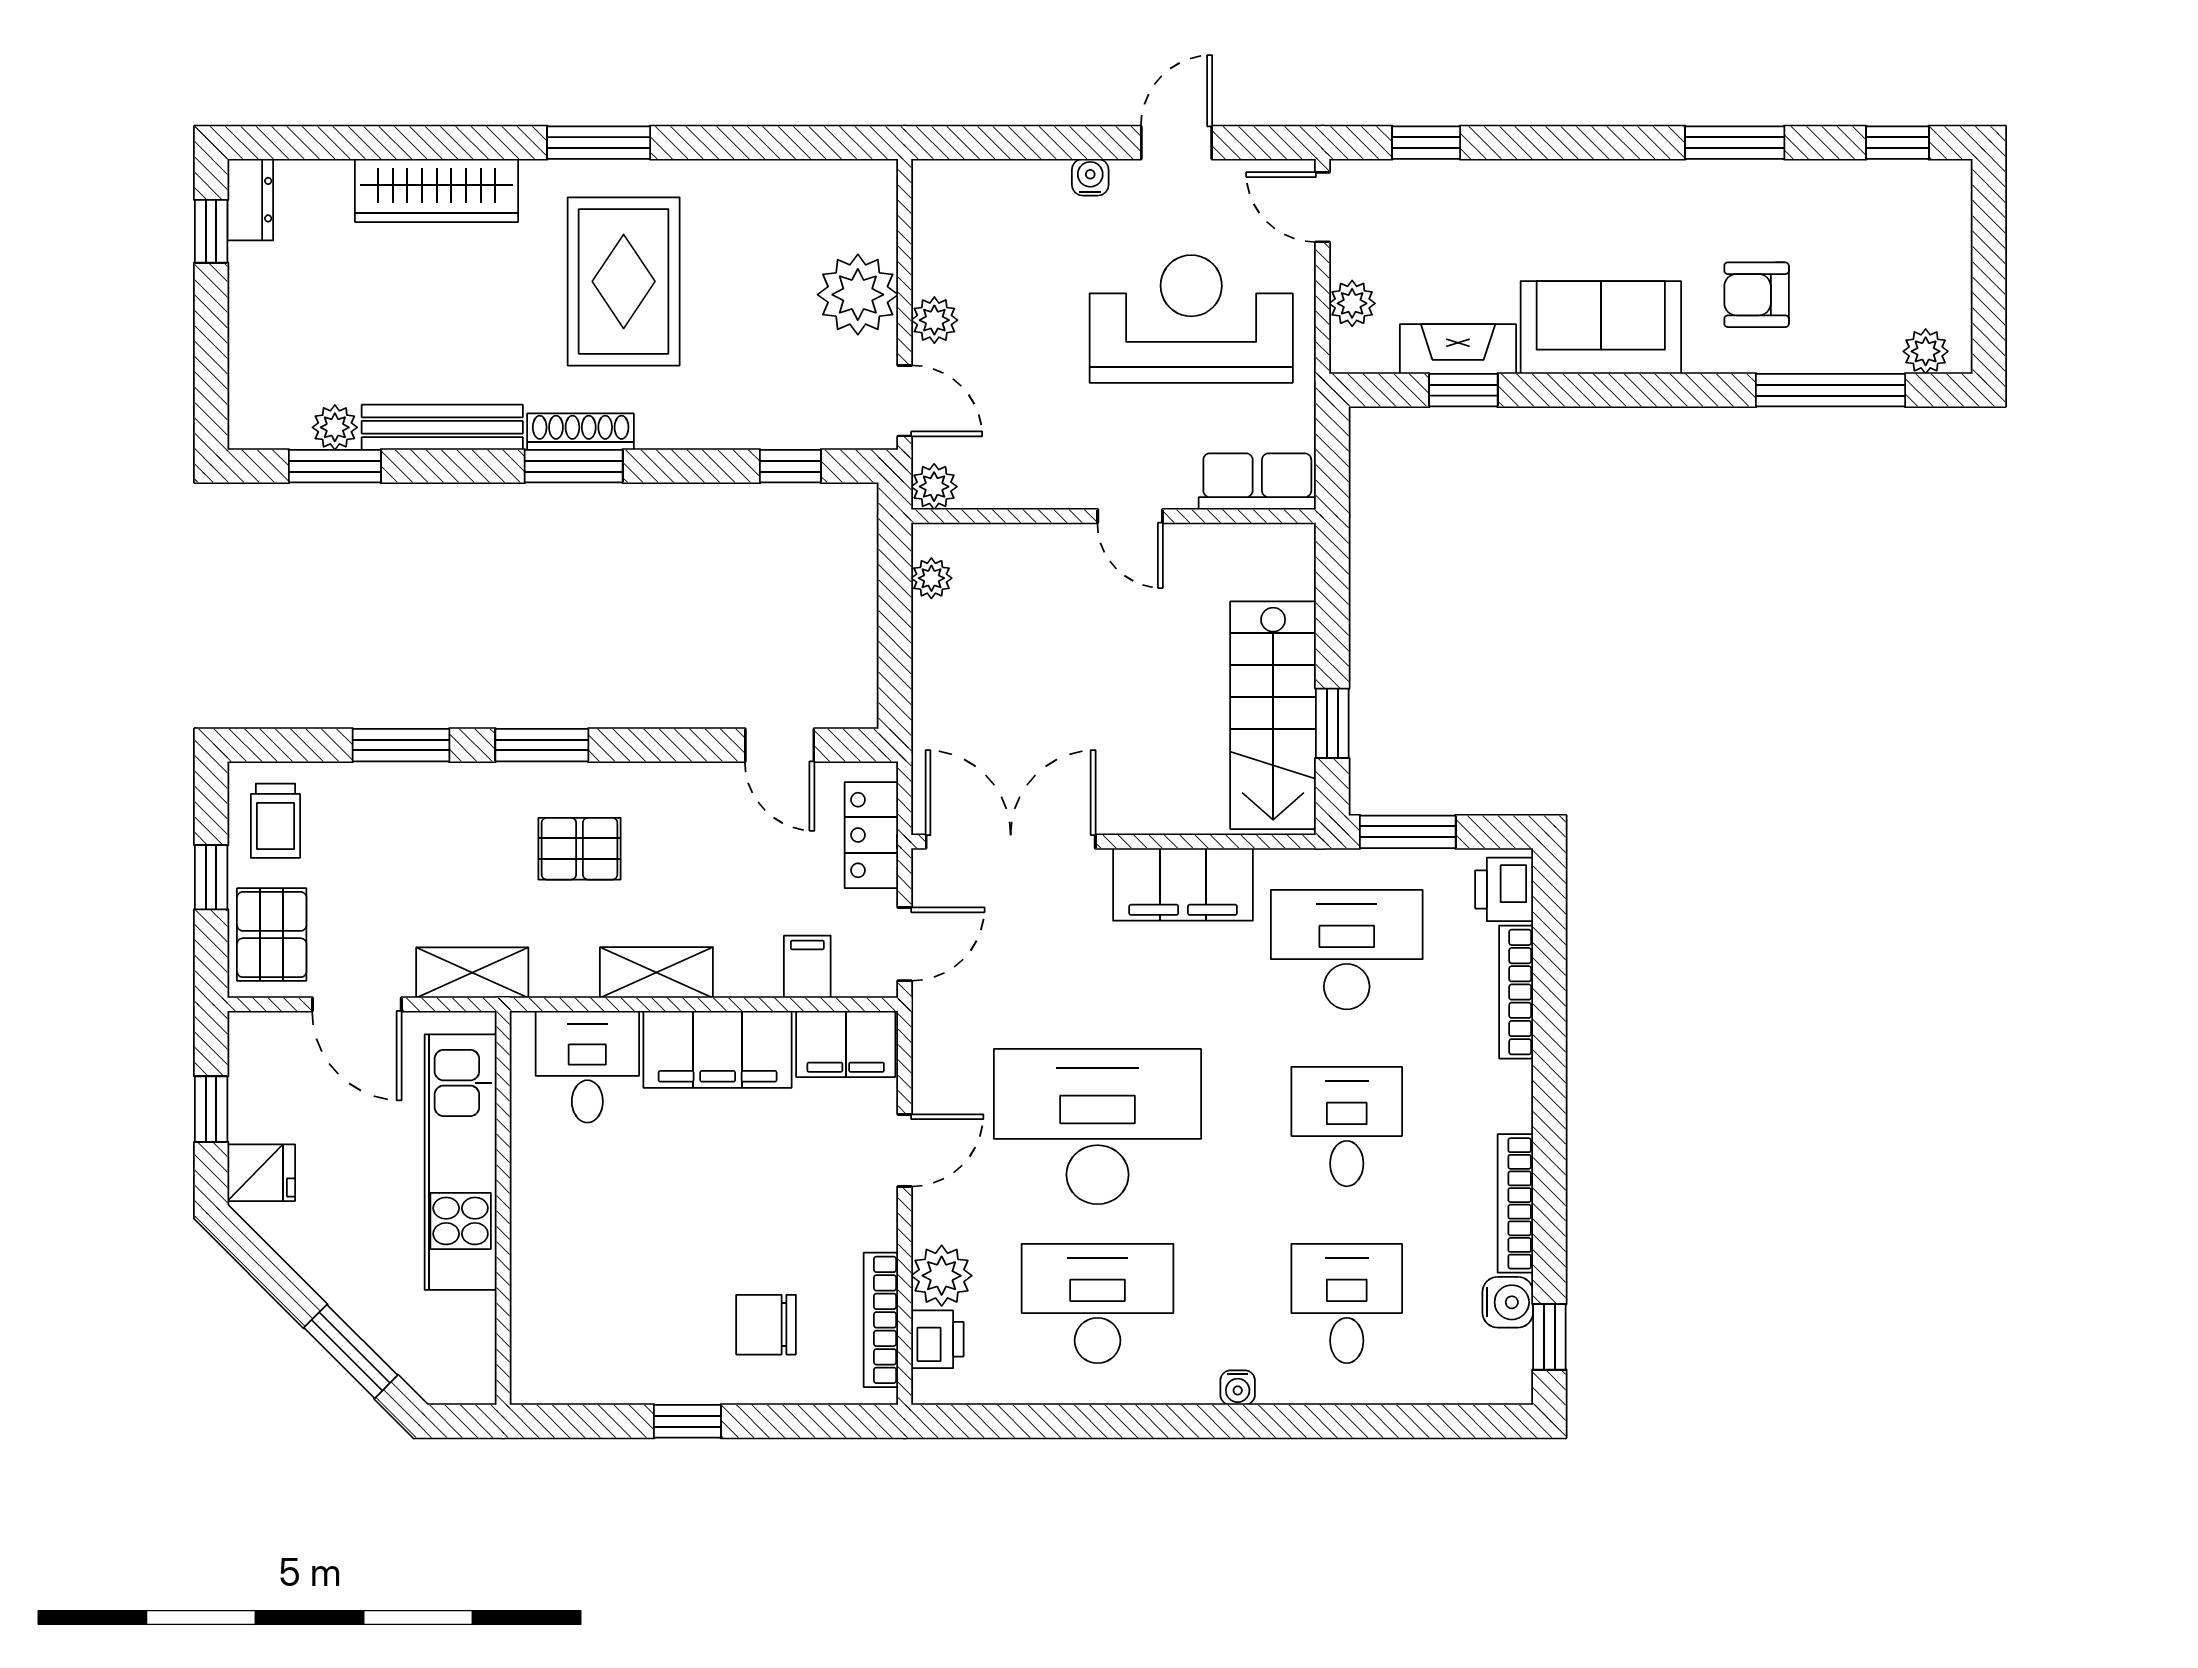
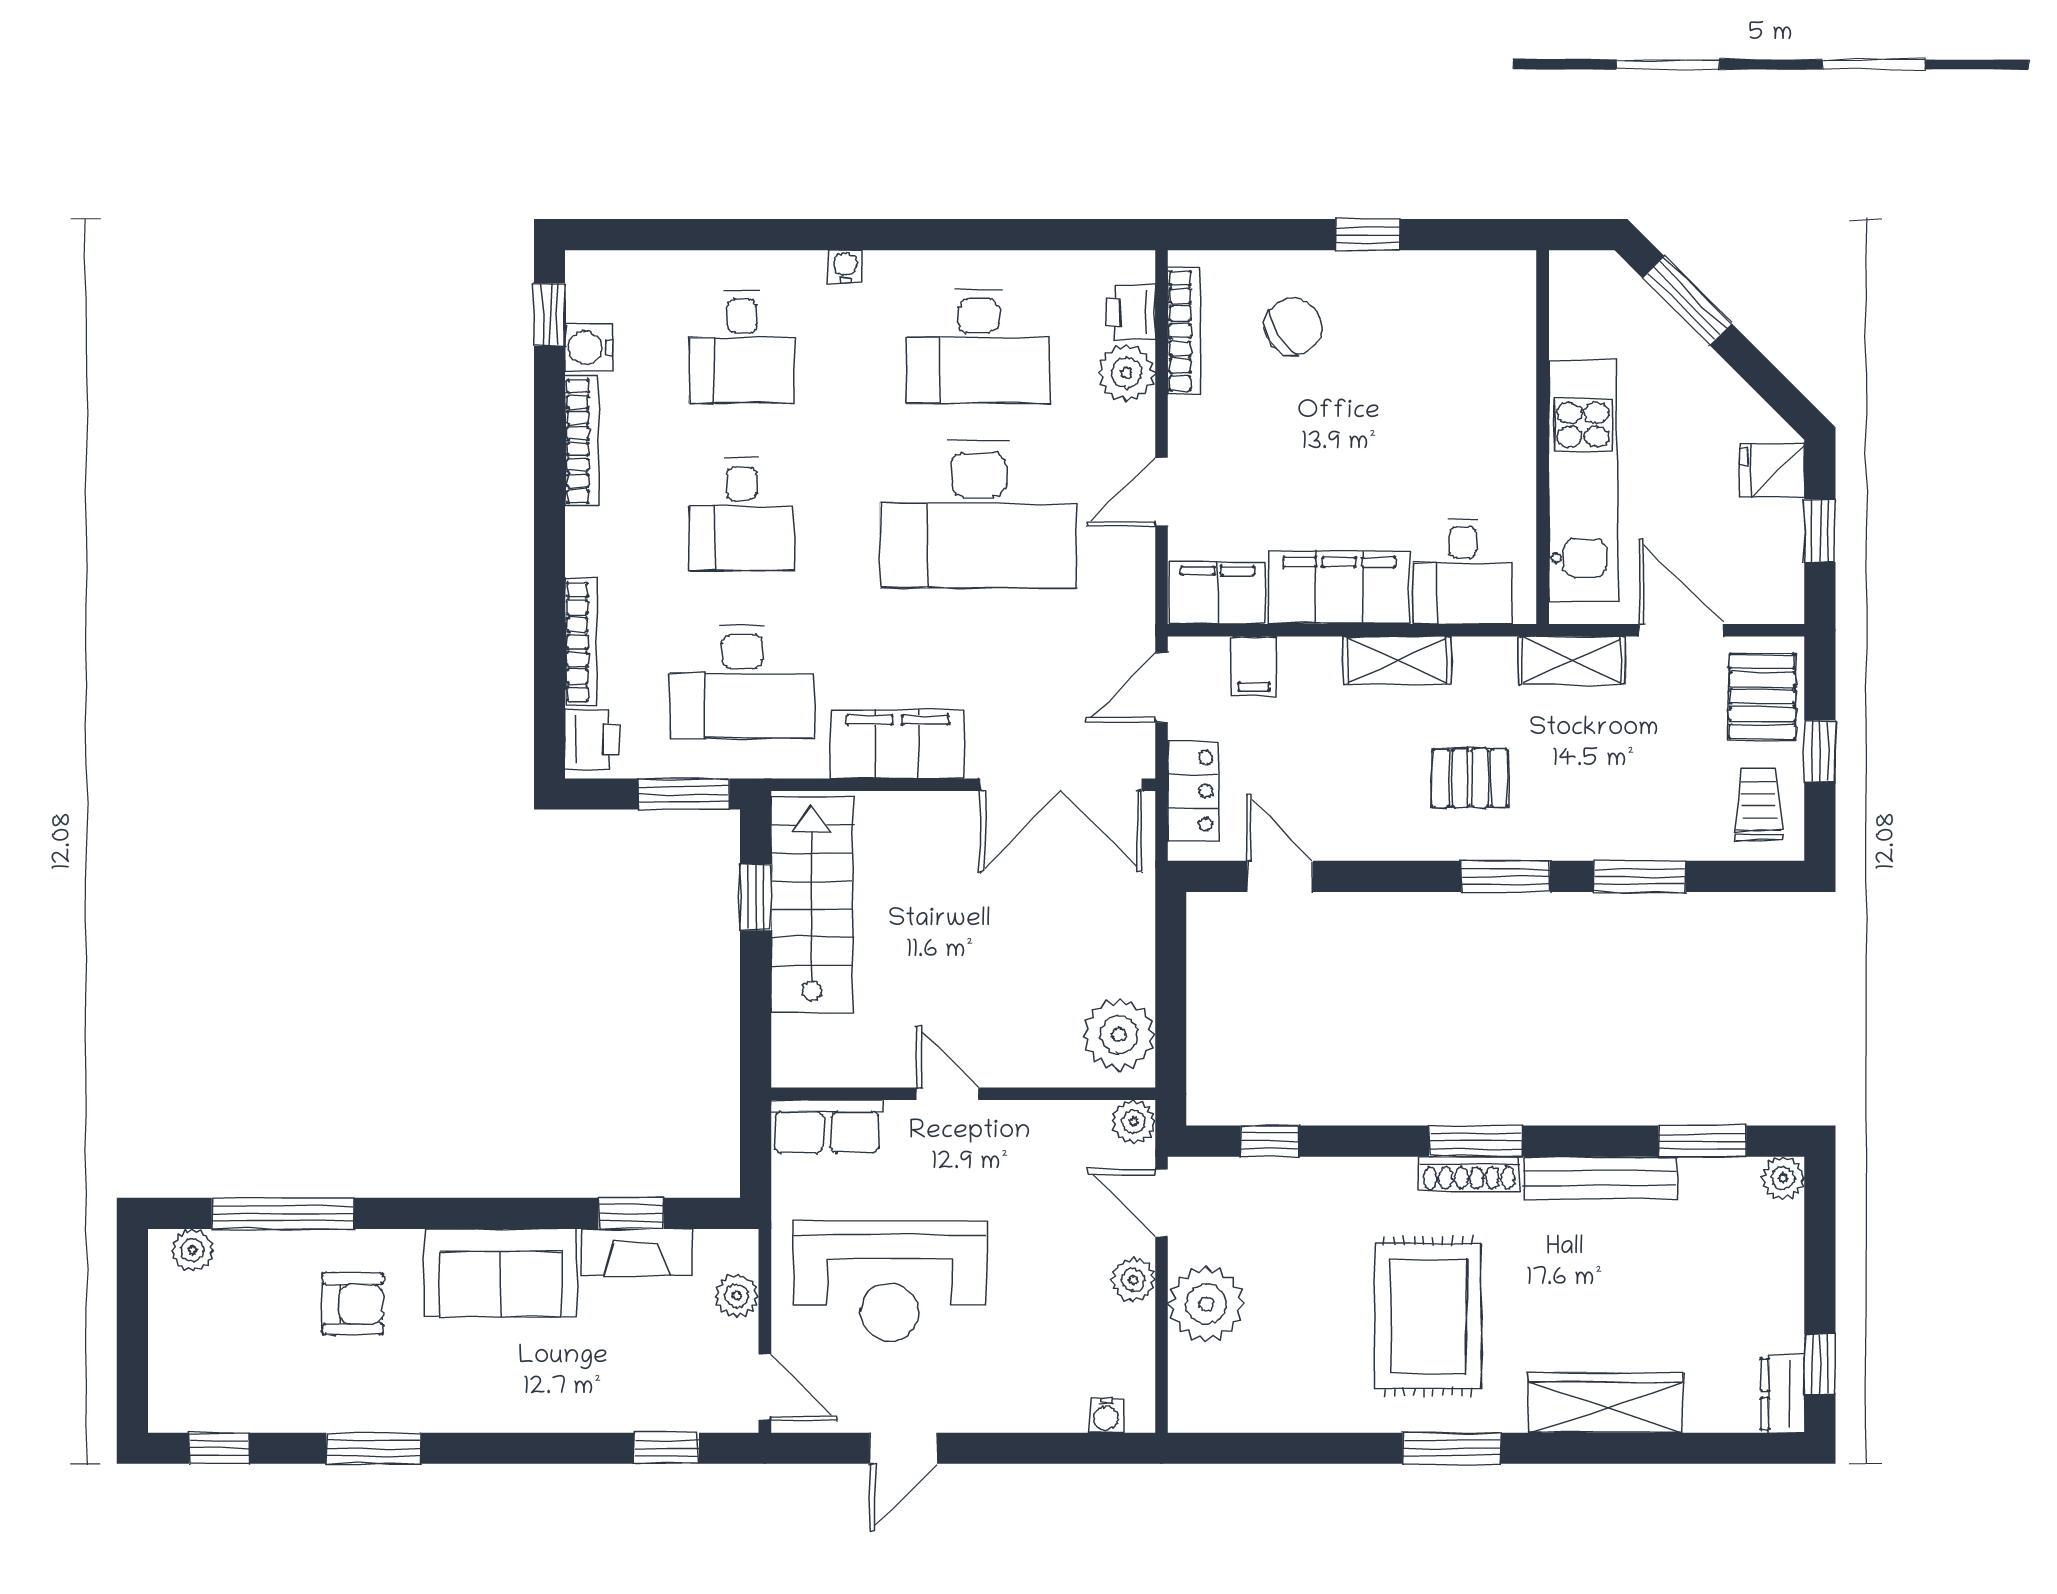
water cooler: (1090, 177) -> (1106, 1415), moved
plant: (335, 427) -> (1783, 1178), moved
plant: (931, 578) -> (1119, 1035), width x1.87, depth x1.87
chair: (766, 1325) -> (1293, 326), turned -32

